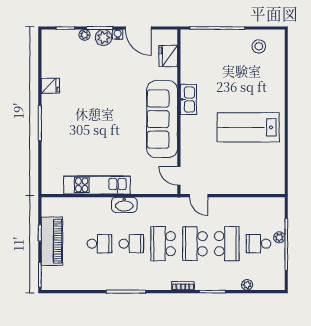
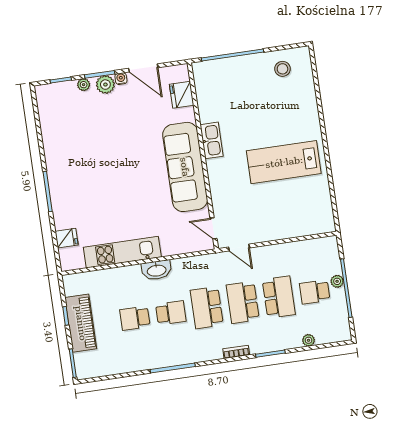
fridge: (50, 86) -> (67, 238), moved
school desk: (99, 244) -> (135, 318), turned 180

